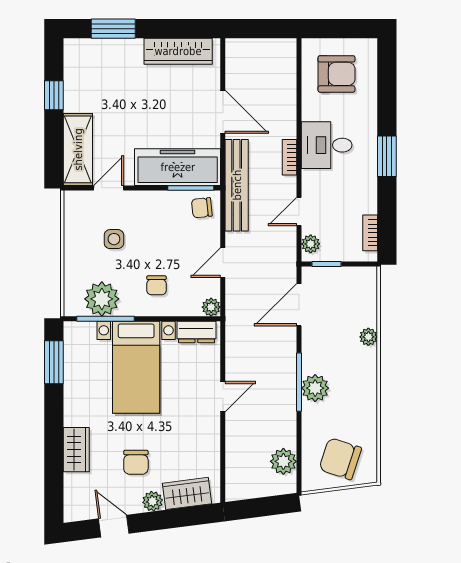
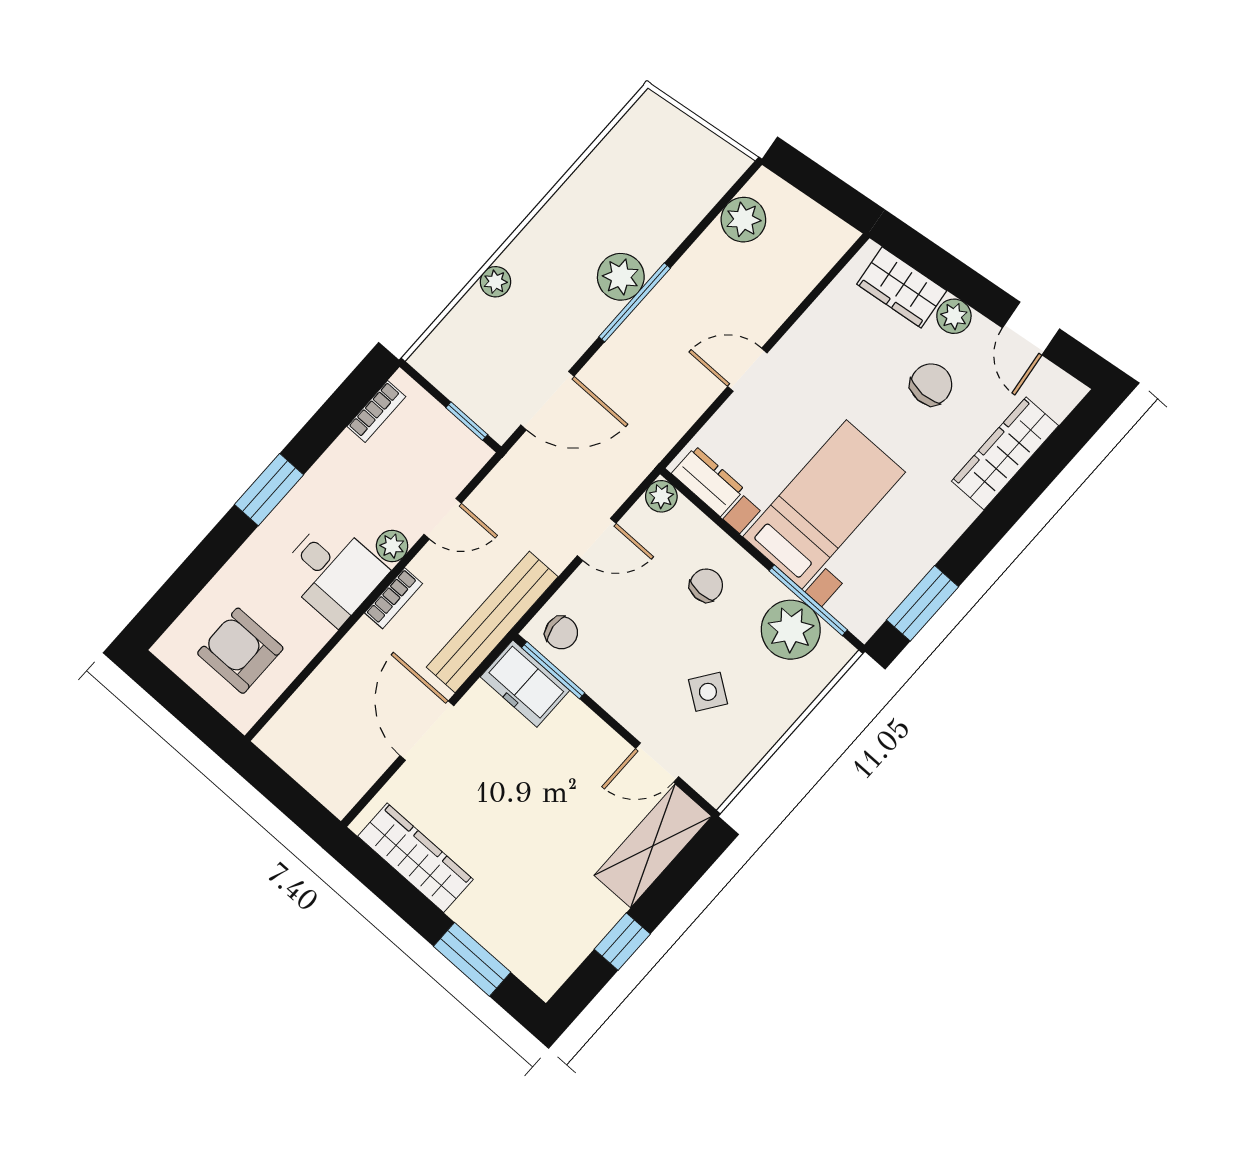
freezer: (178, 167) -> (525, 684), width x0.52, depth x0.79
side table: (114, 239) -> (708, 692), turned 35
plant: (311, 244) -> (392, 546), moved
wardrobe: (76, 450) -> (1005, 453), width x1.50
chair: (340, 459) -> (668, 159), removed

